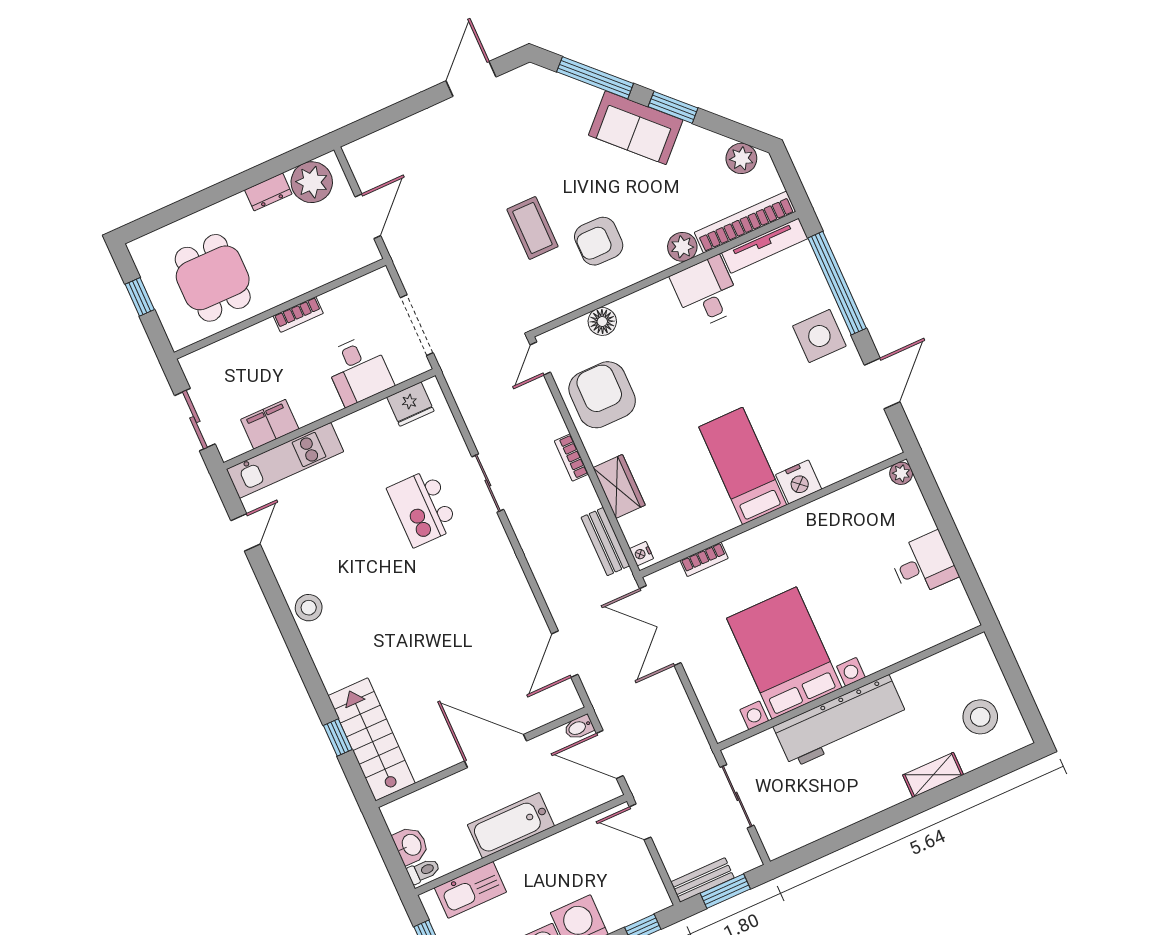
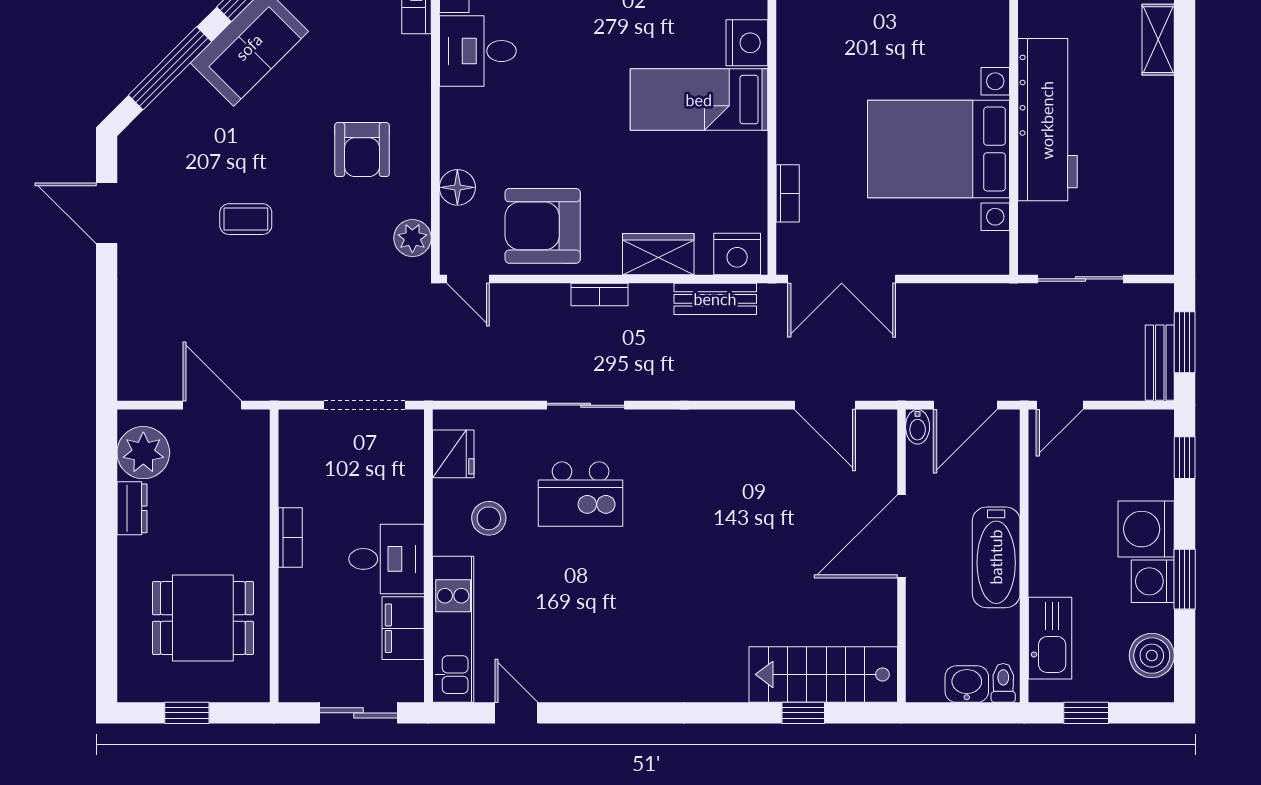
coffee table: (532, 228) -> (246, 219), moved, width x0.73, depth x0.77
plant: (682, 247) -> (412, 238), moved
desk: (358, 370) -> (387, 559), moved
nightstand: (641, 554) -> (737, 254), width x1.89, depth x1.79
stool: (309, 608) -> (489, 518), moved

